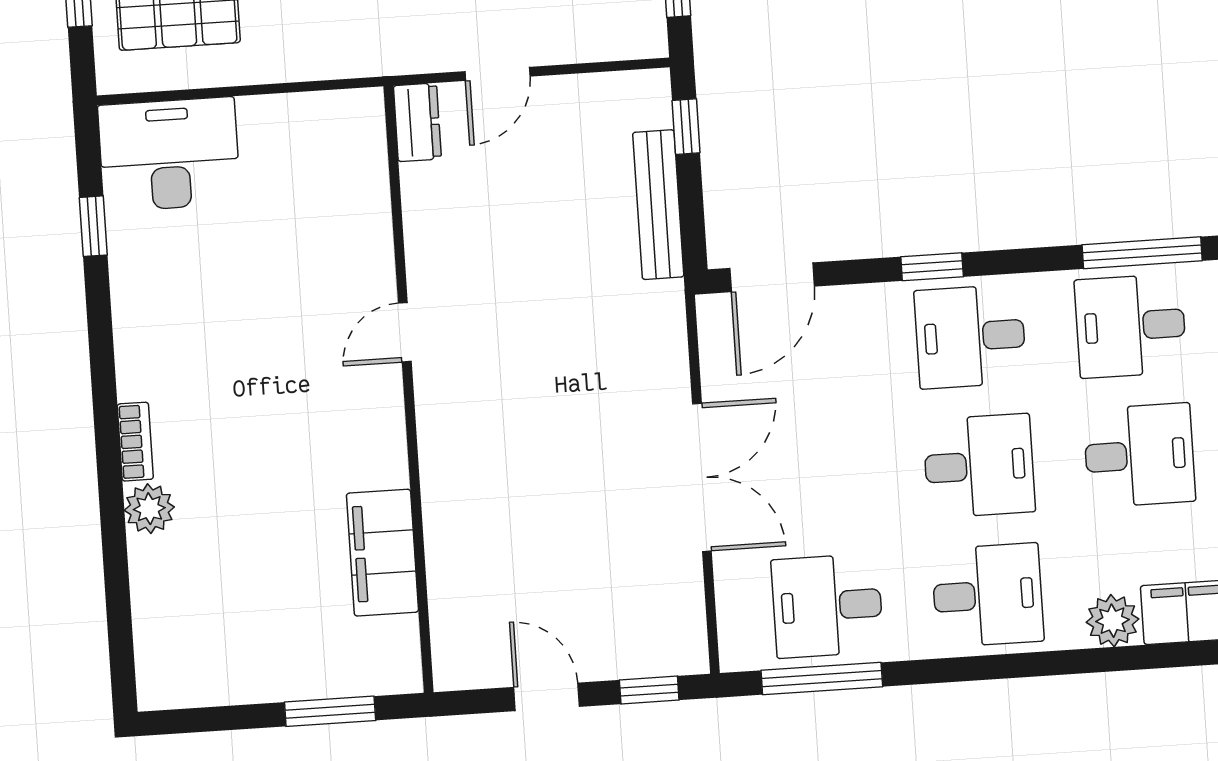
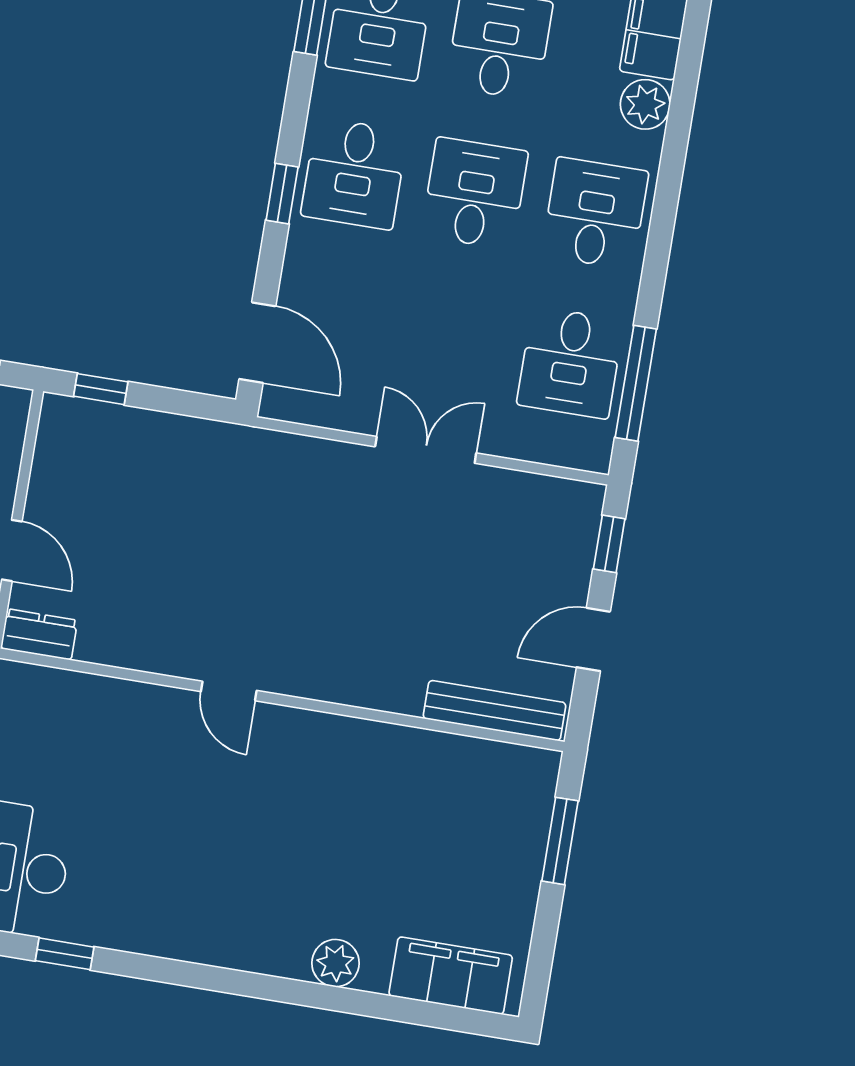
bench: (658, 205) -> (495, 711), moved
bookcase: (135, 442) -> (271, 962), removed
double door: (702, 477) -> (426, 450), width x0.73
filing cabinet: (382, 553) -> (451, 976), moved, turned 180

